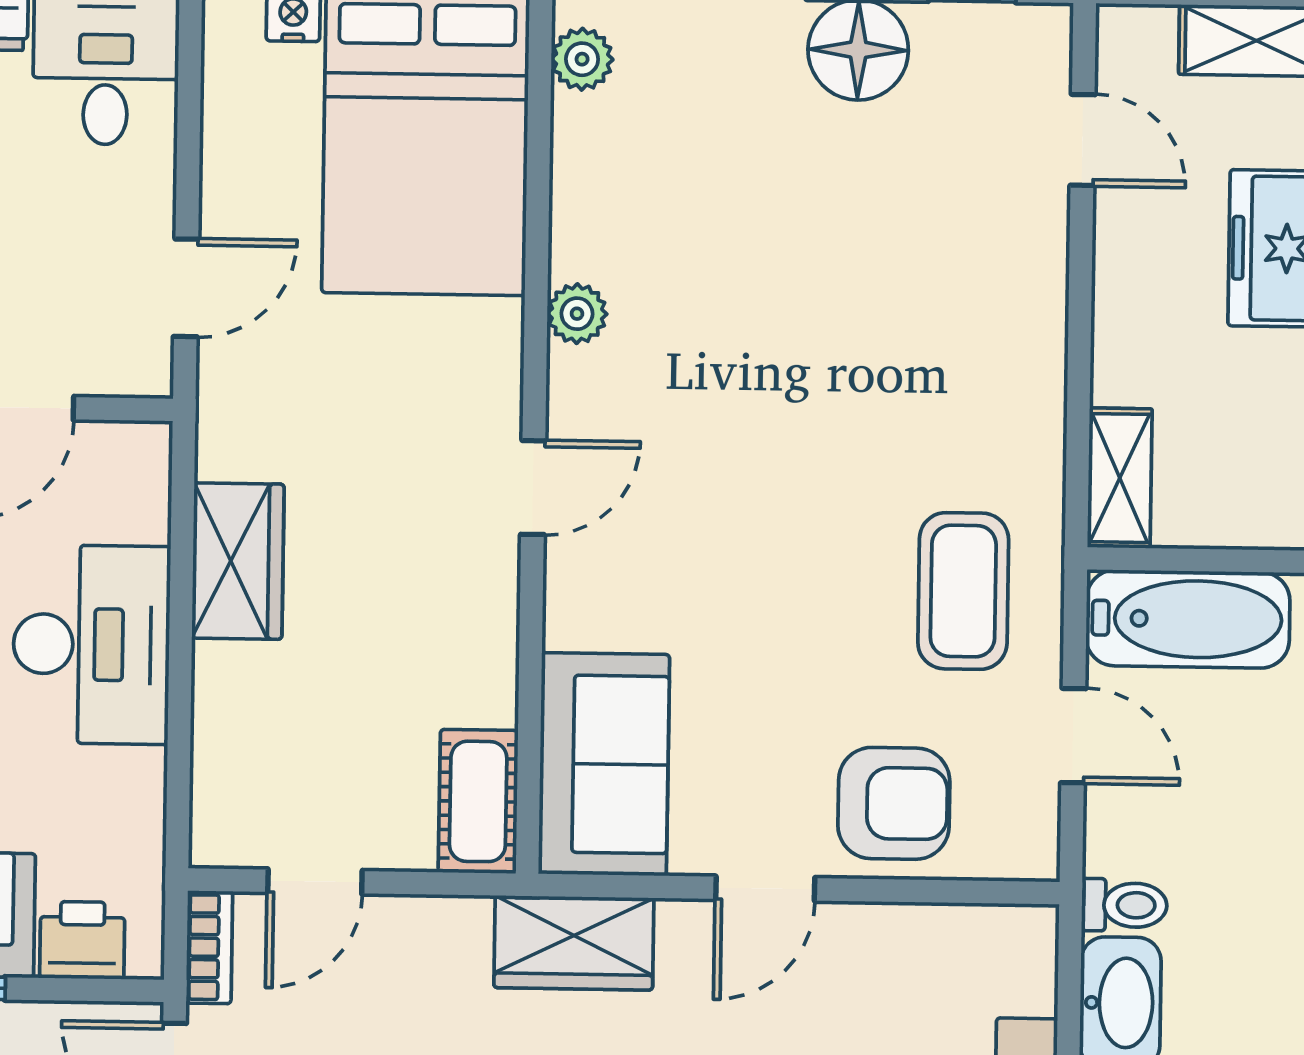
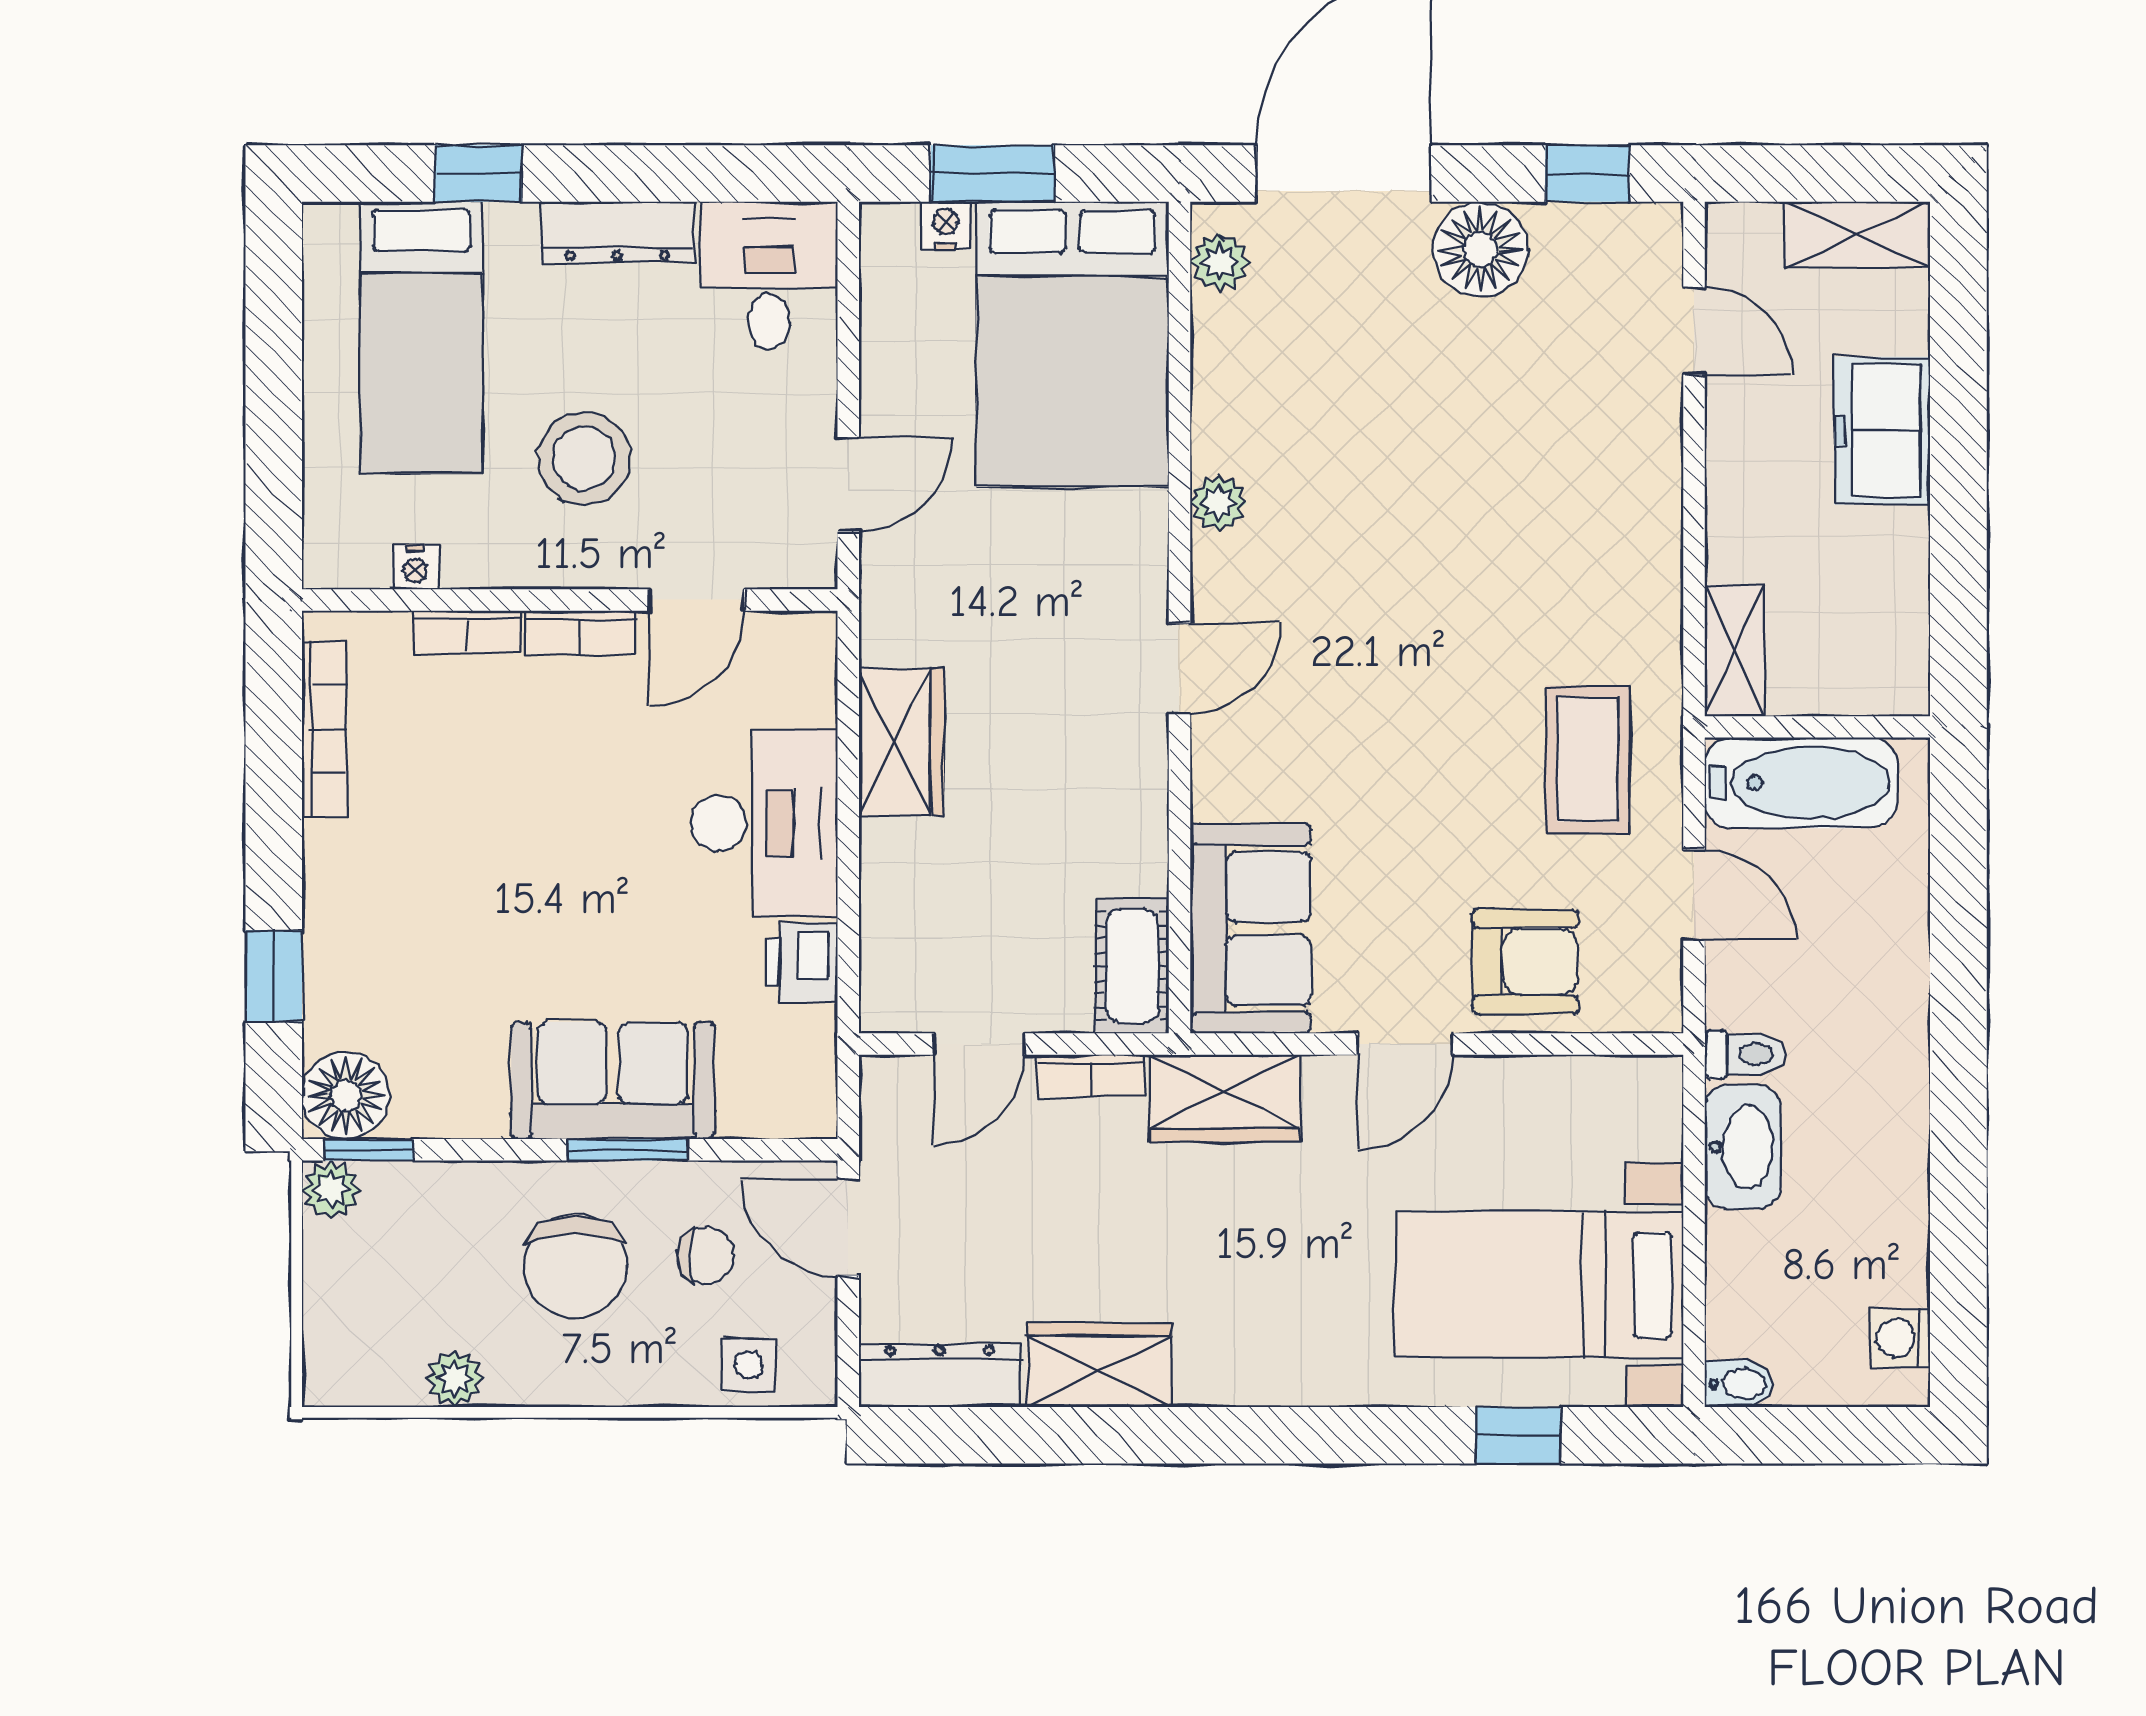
printer: (82, 940) -> (801, 962), moved, turned -90
bookcase: (209, 947) -> (1091, 1076), moved, turned 90

